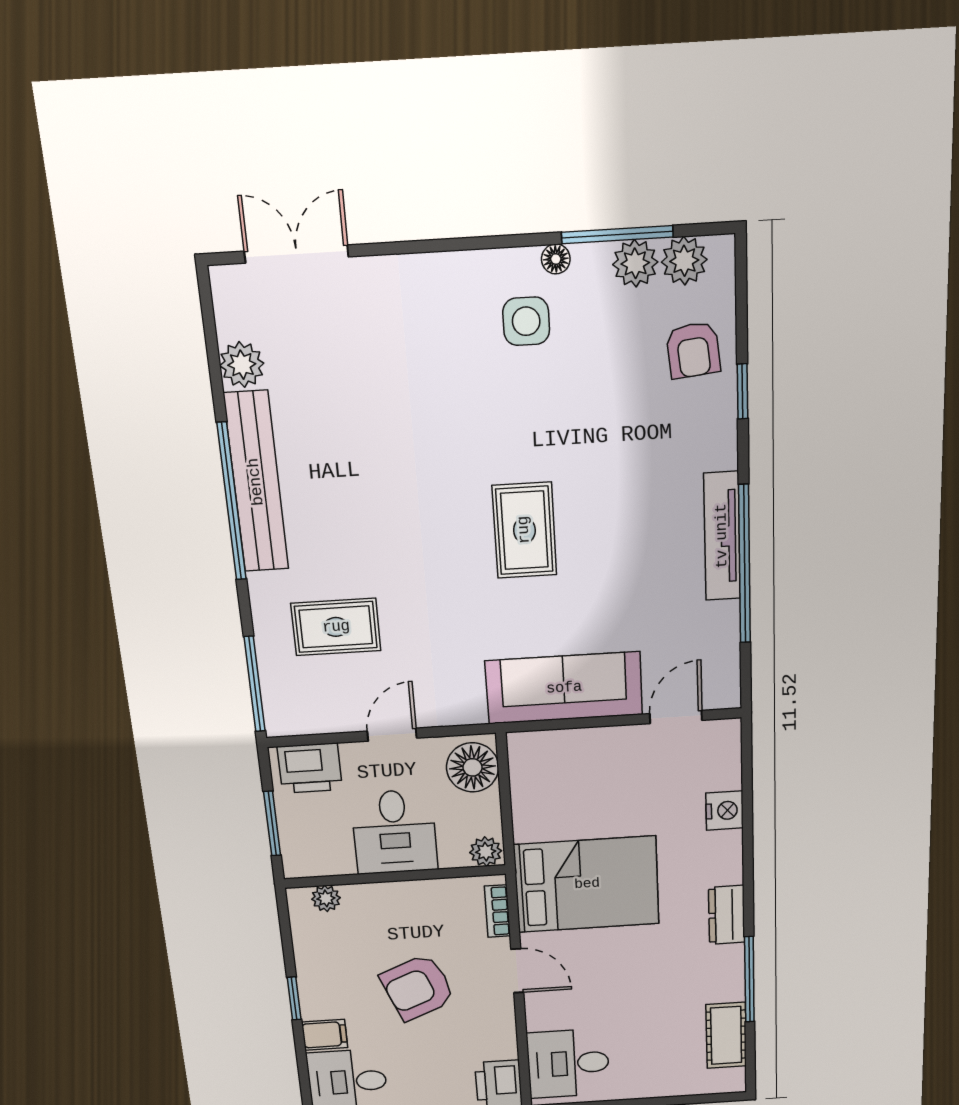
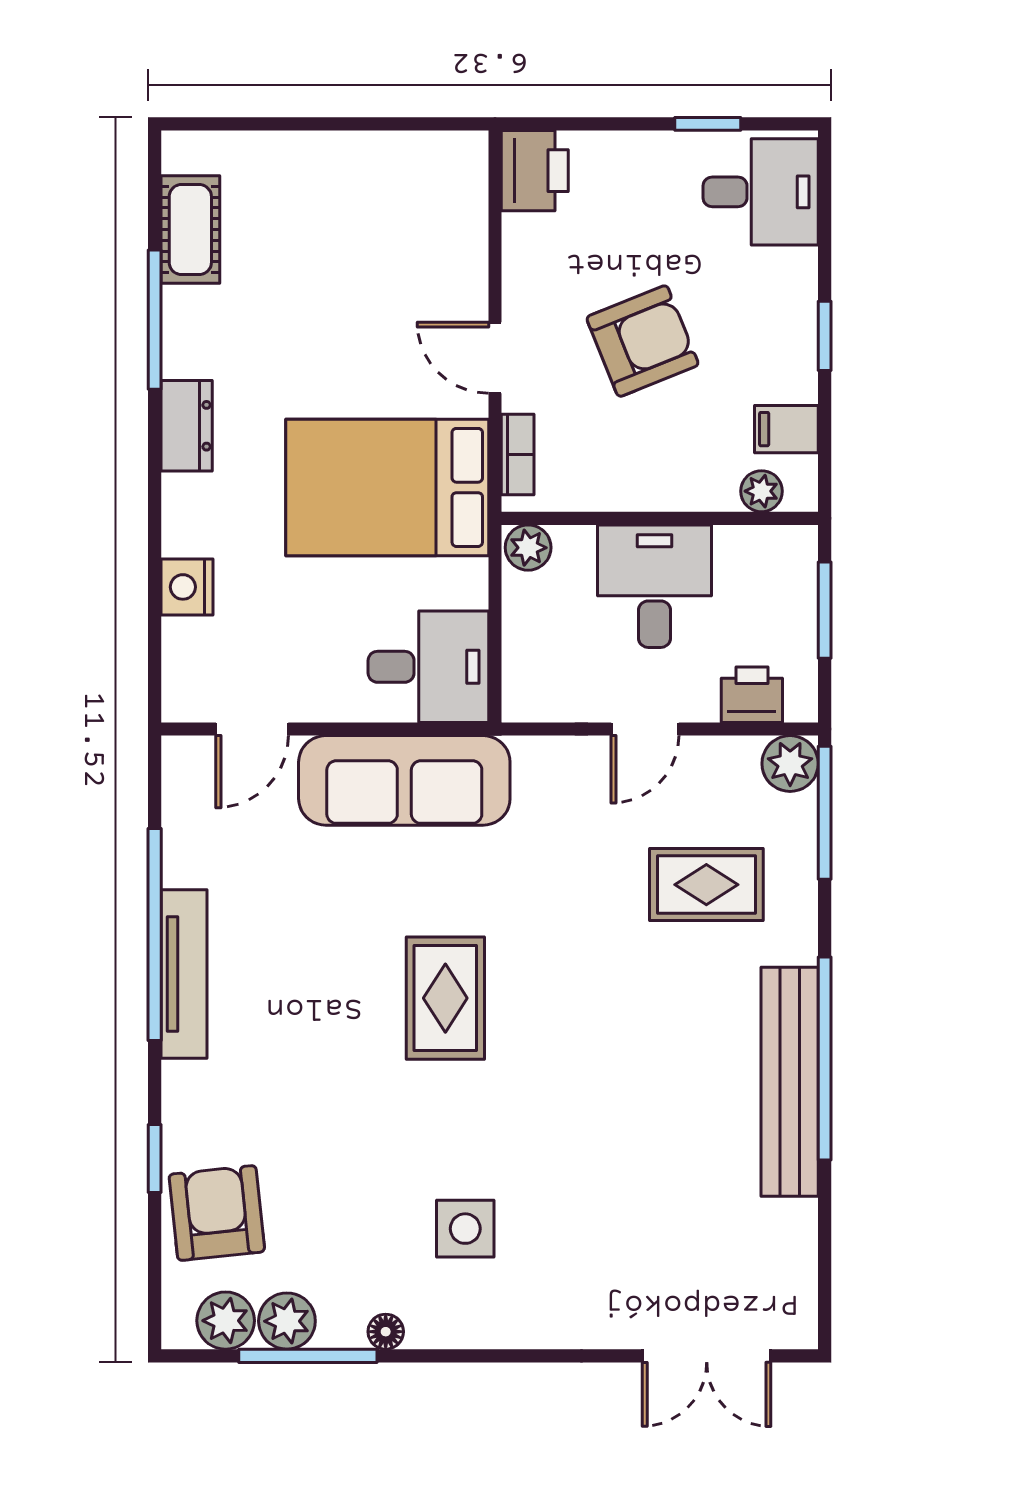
side table: (526, 321) -> (465, 1229), moved
armchair: (693, 350) -> (217, 1213), width x1.38, depth x1.38
plant: (242, 365) -> (790, 764), moved
floor lamp: (473, 767) -> (538, 674), removed
printer: (310, 768) -> (752, 695), width x0.73, depth x0.81
filing cabinet: (325, 1035) -> (786, 429), moved
desk: (568, 1063) -> (428, 667), moved

